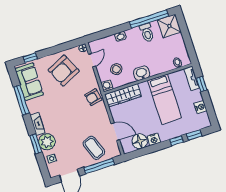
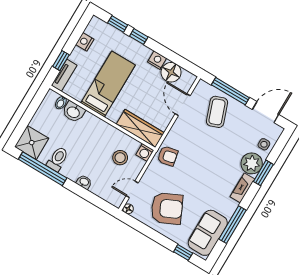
washbasin: (142, 73) -> (73, 112), moved

